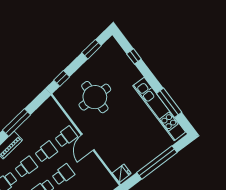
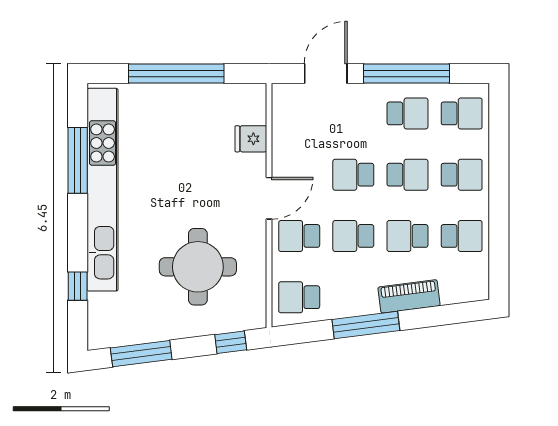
window: (92, 49) -> (141, 354), width x1.44
kitchen unit: (159, 109) -> (103, 190), width x1.36
school desk: (49, 114) -> (299, 297), added
fridge: (122, 173) -> (251, 139), moved

